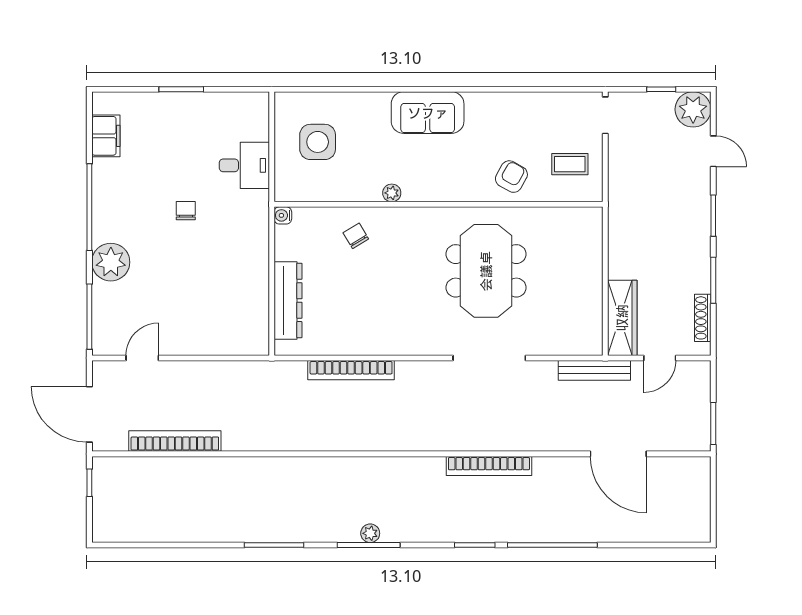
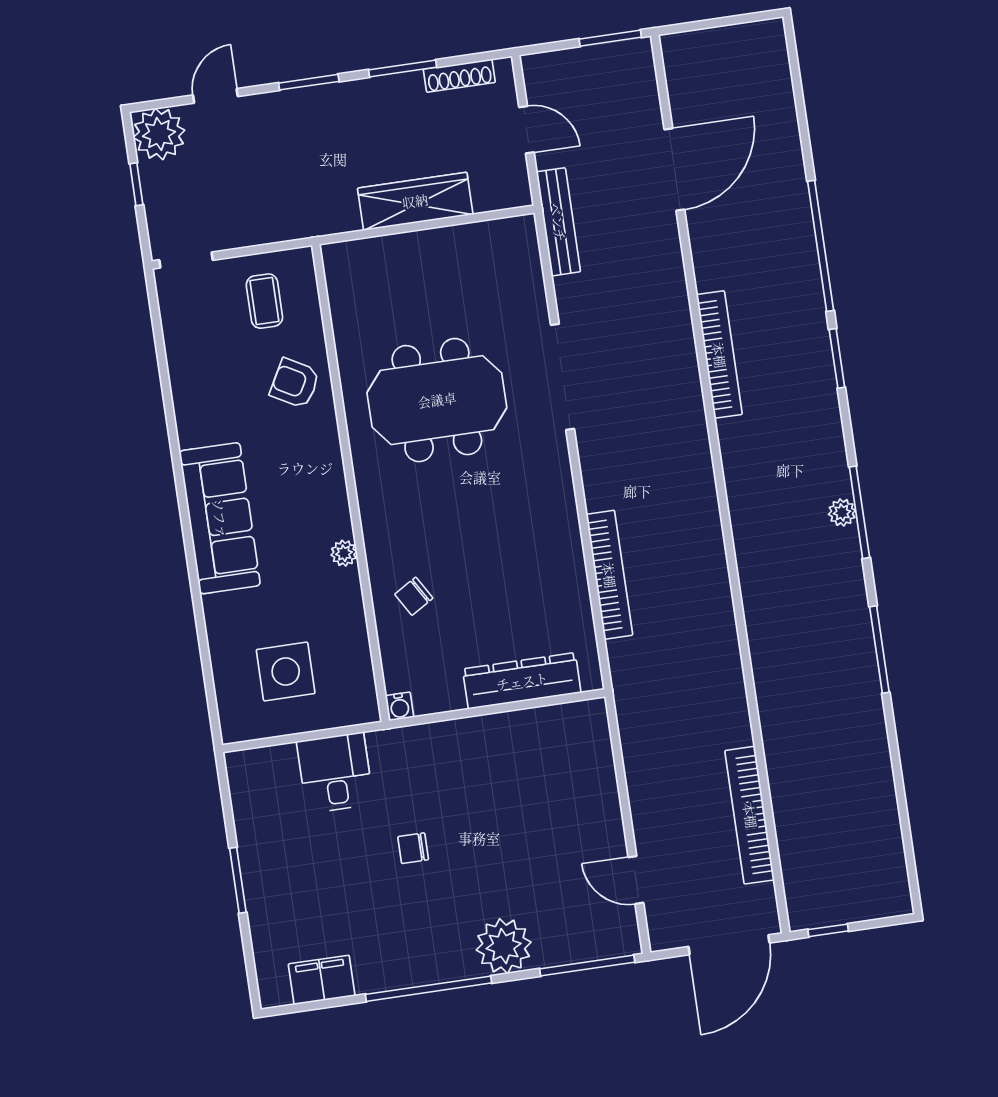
sofa: (428, 113) -> (220, 518), width x1.36
wardrobe: (622, 318) -> (415, 201), moved

